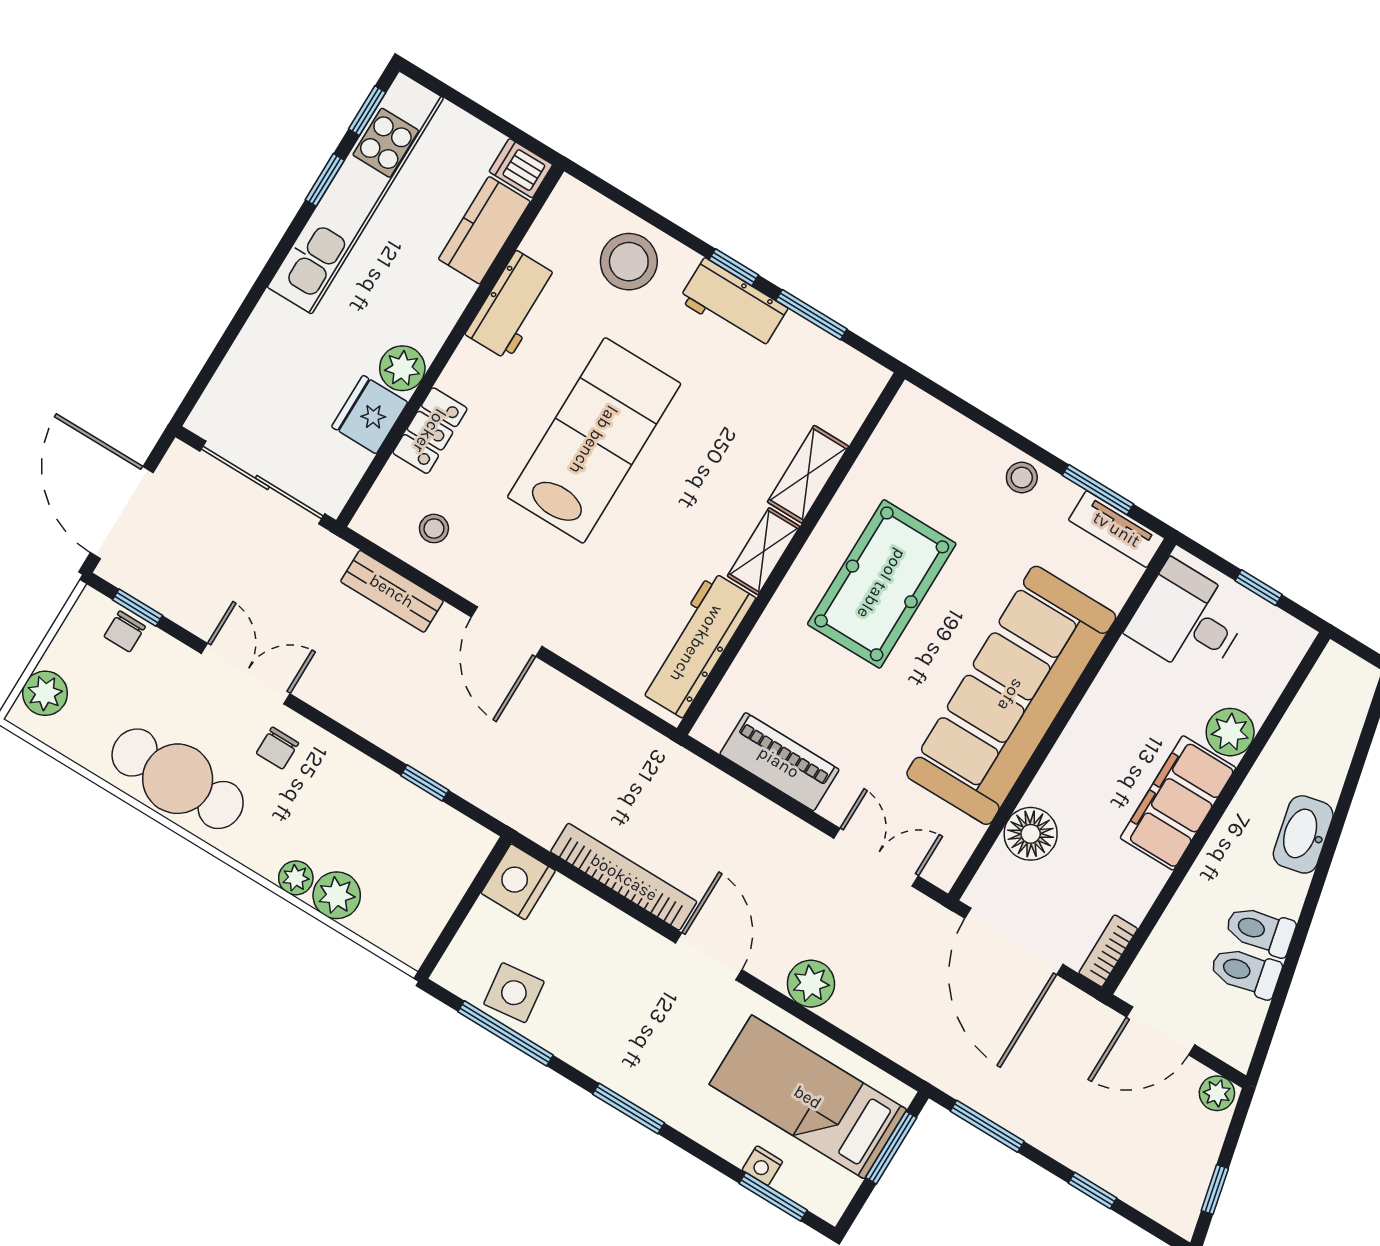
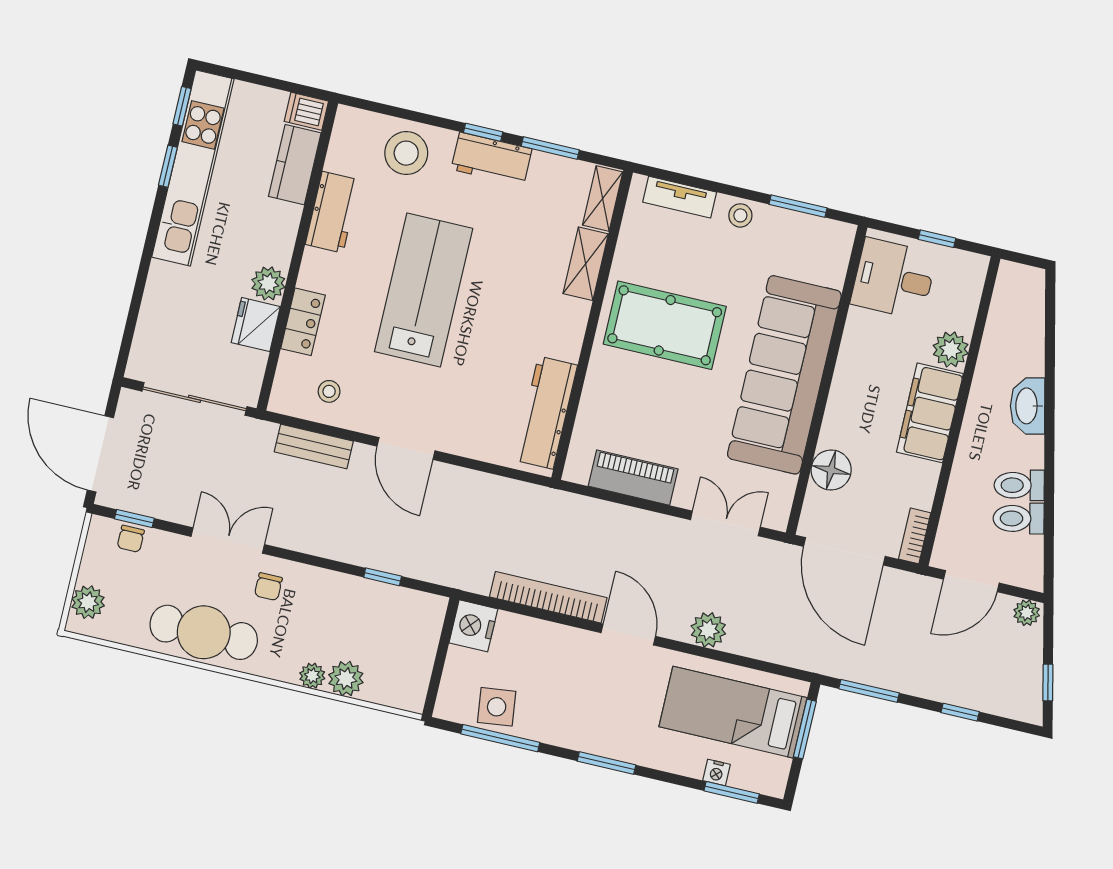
tv unit: (1117, 529) -> (680, 197), moved
shelving: (764, 551) -> (603, 199), moved
pool table: (882, 584) -> (665, 325), turned 90

